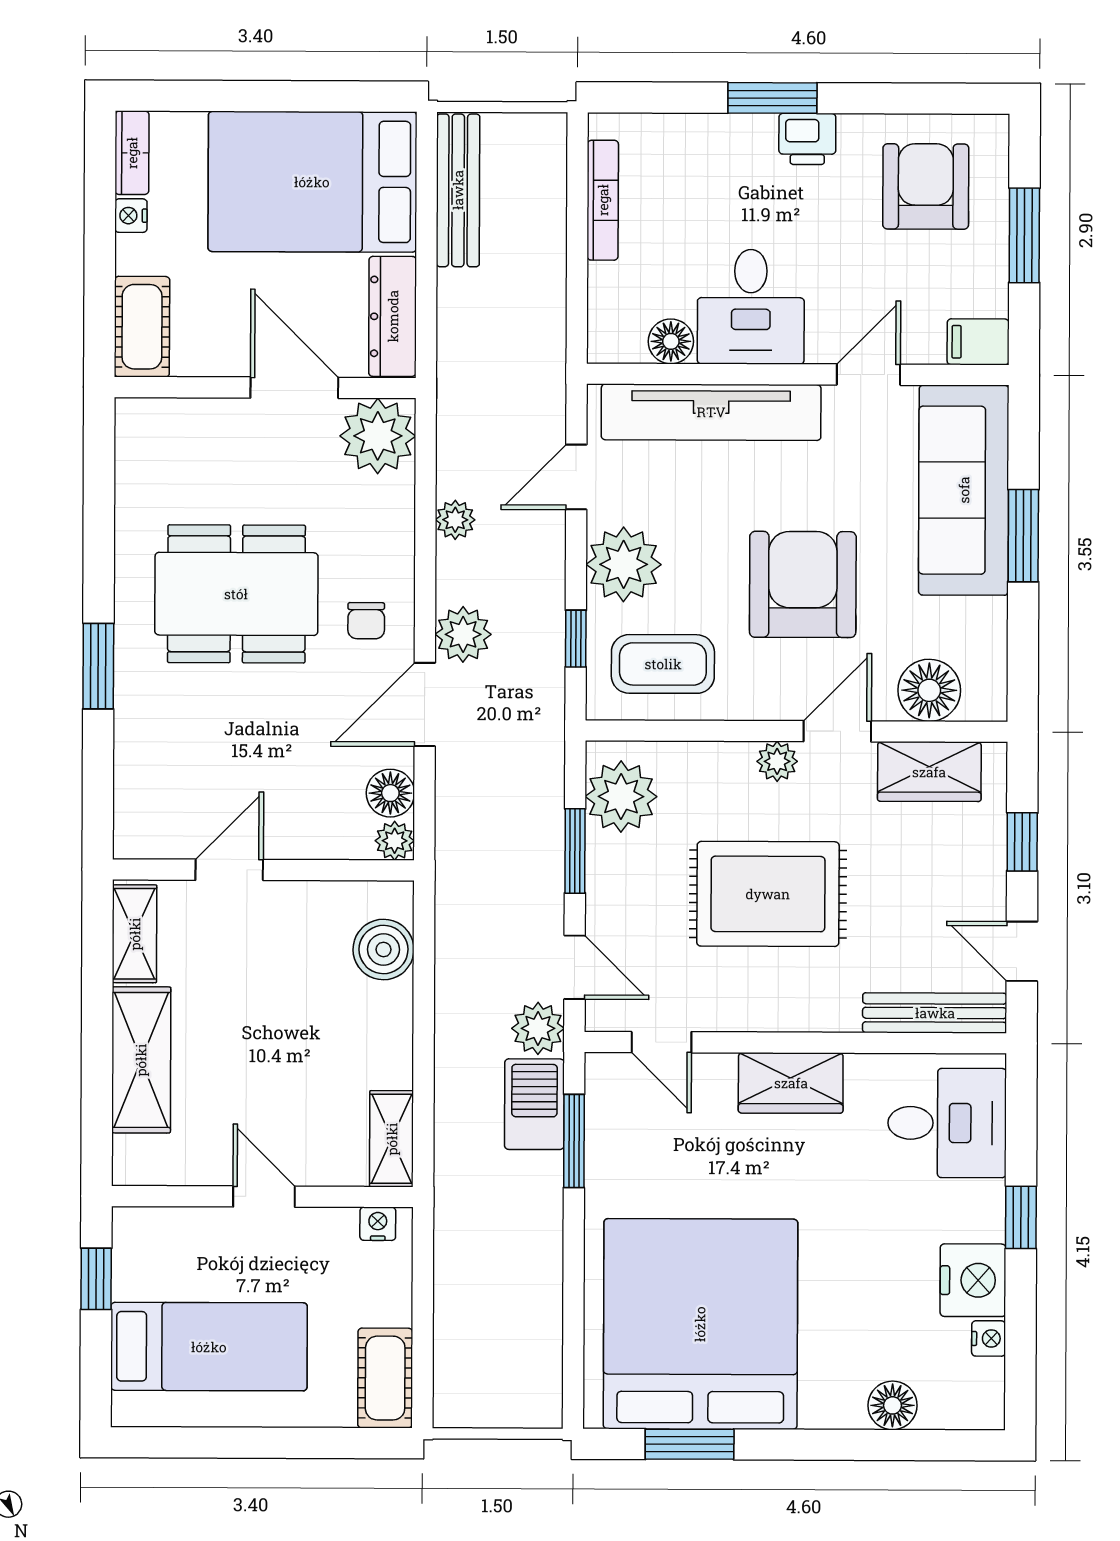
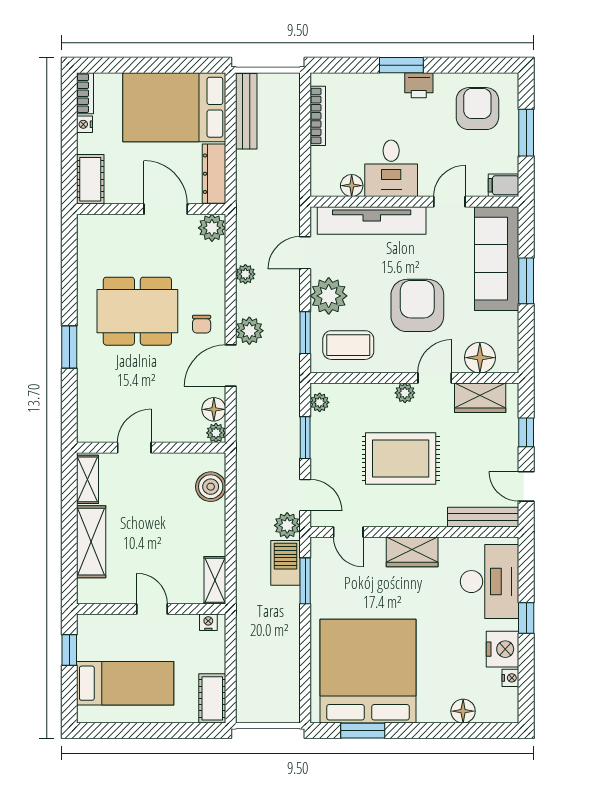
plant: (378, 436) -> (212, 228), width x0.73, depth x0.73
window: (576, 639) -> (305, 333), width x1.50
plant: (621, 797) -> (320, 402), width x0.53, depth x0.53
desk: (947, 1123) -> (490, 582), width x1.37

